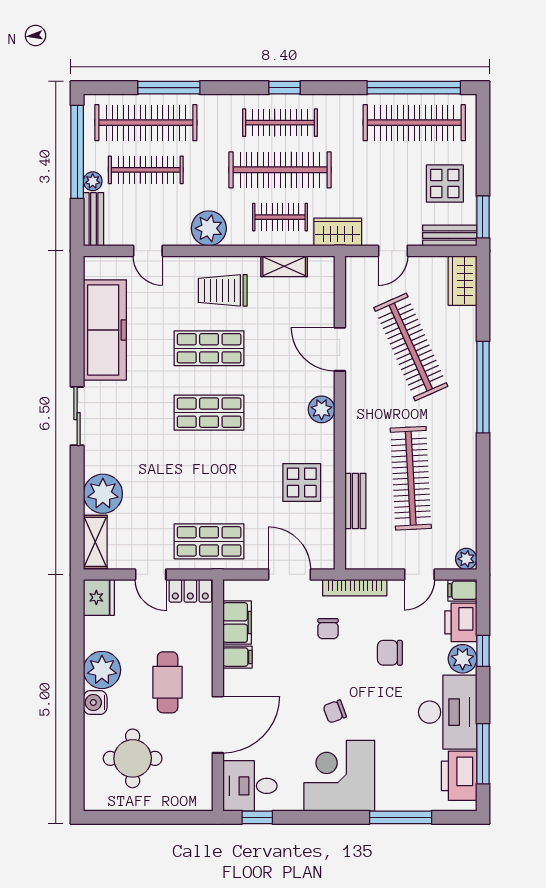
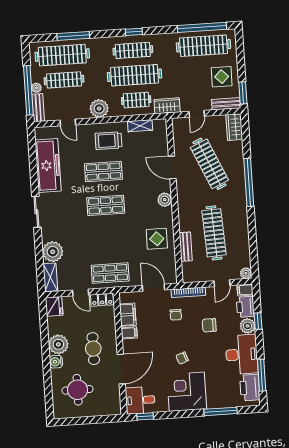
window: (77, 152) -> (28, 90), moved

